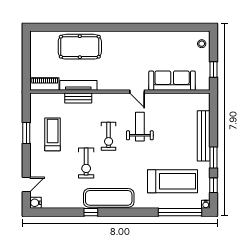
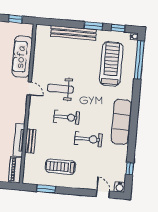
door: (137, 92) -> (29, 88), hinge flipped
window: (26, 133) -> (46, 189), moved
window: (91, 212) -> (130, 169), moved

